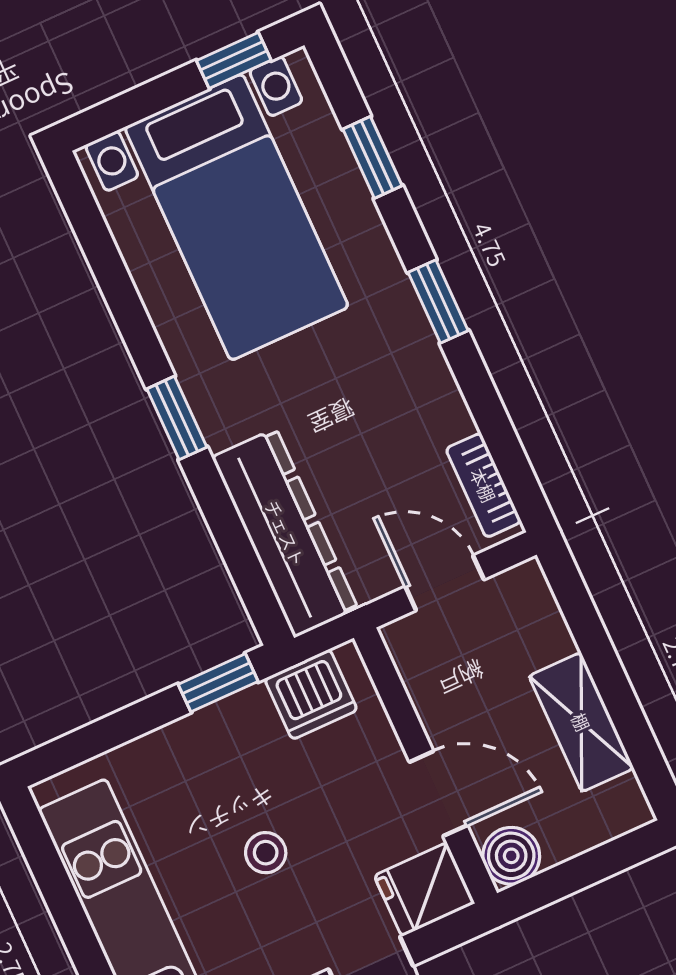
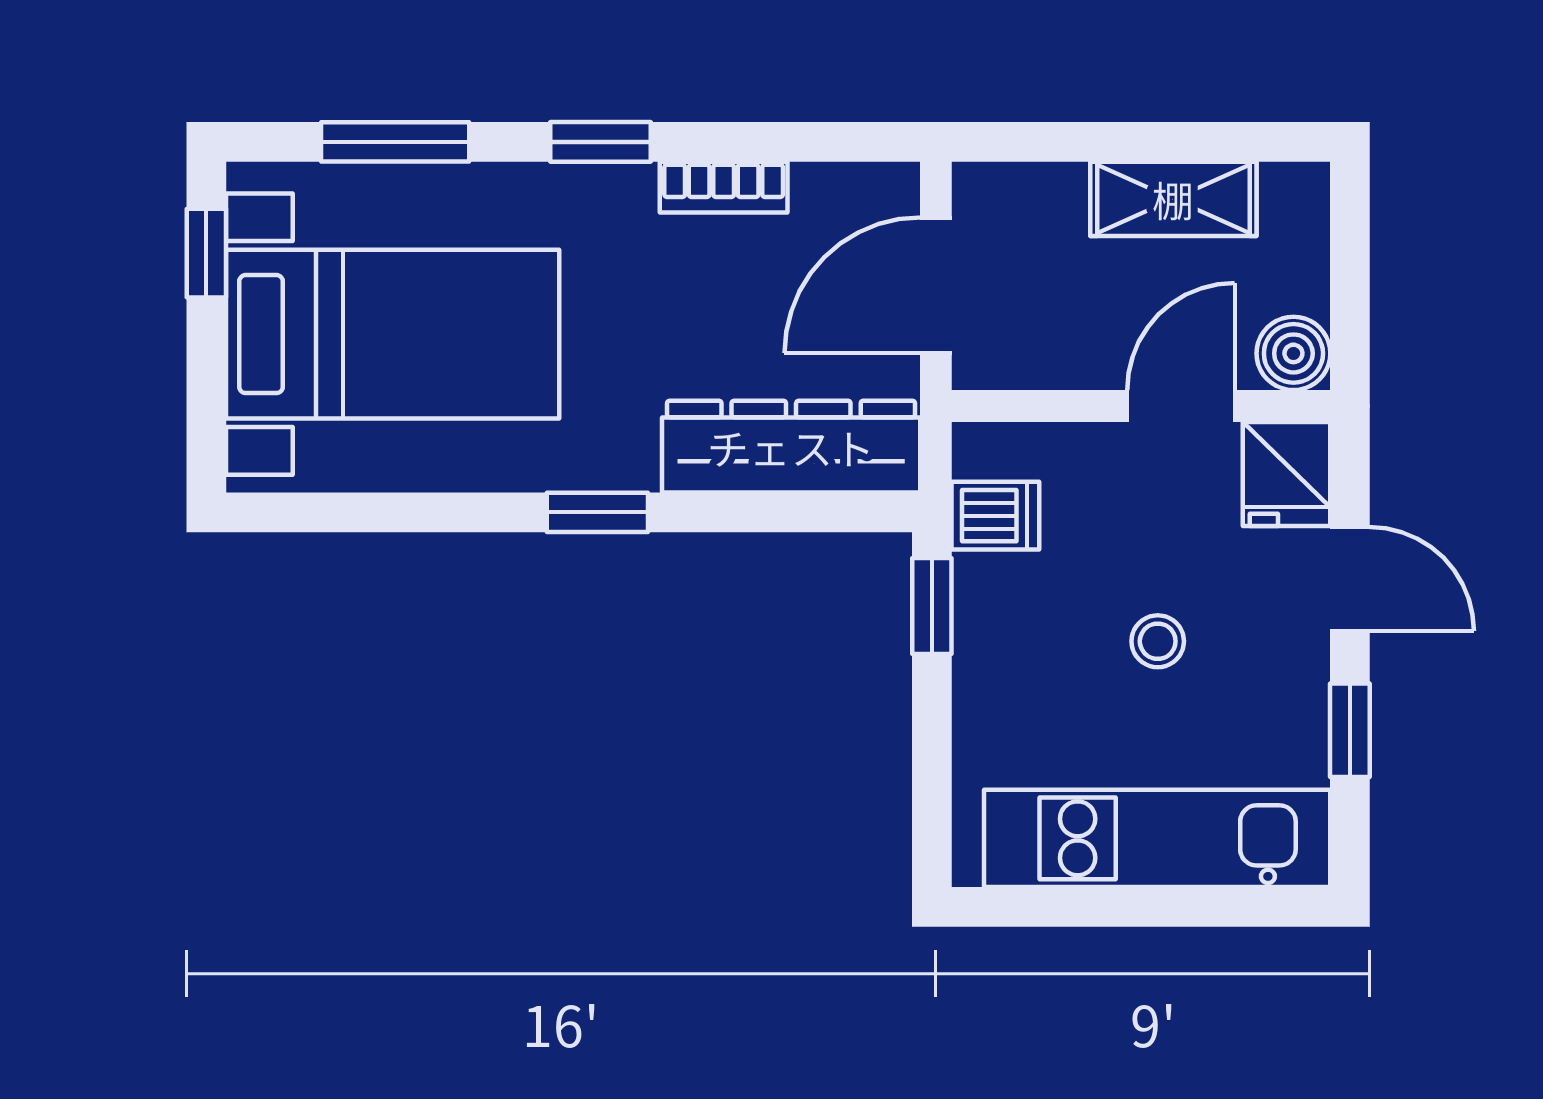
window: (372, 157) -> (395, 142), width x1.50
bookcase: (483, 485) -> (724, 187), moved
door: (445, 583) -> (936, 285), width x1.38
dishwasher: (311, 694) -> (995, 516), width x0.73

